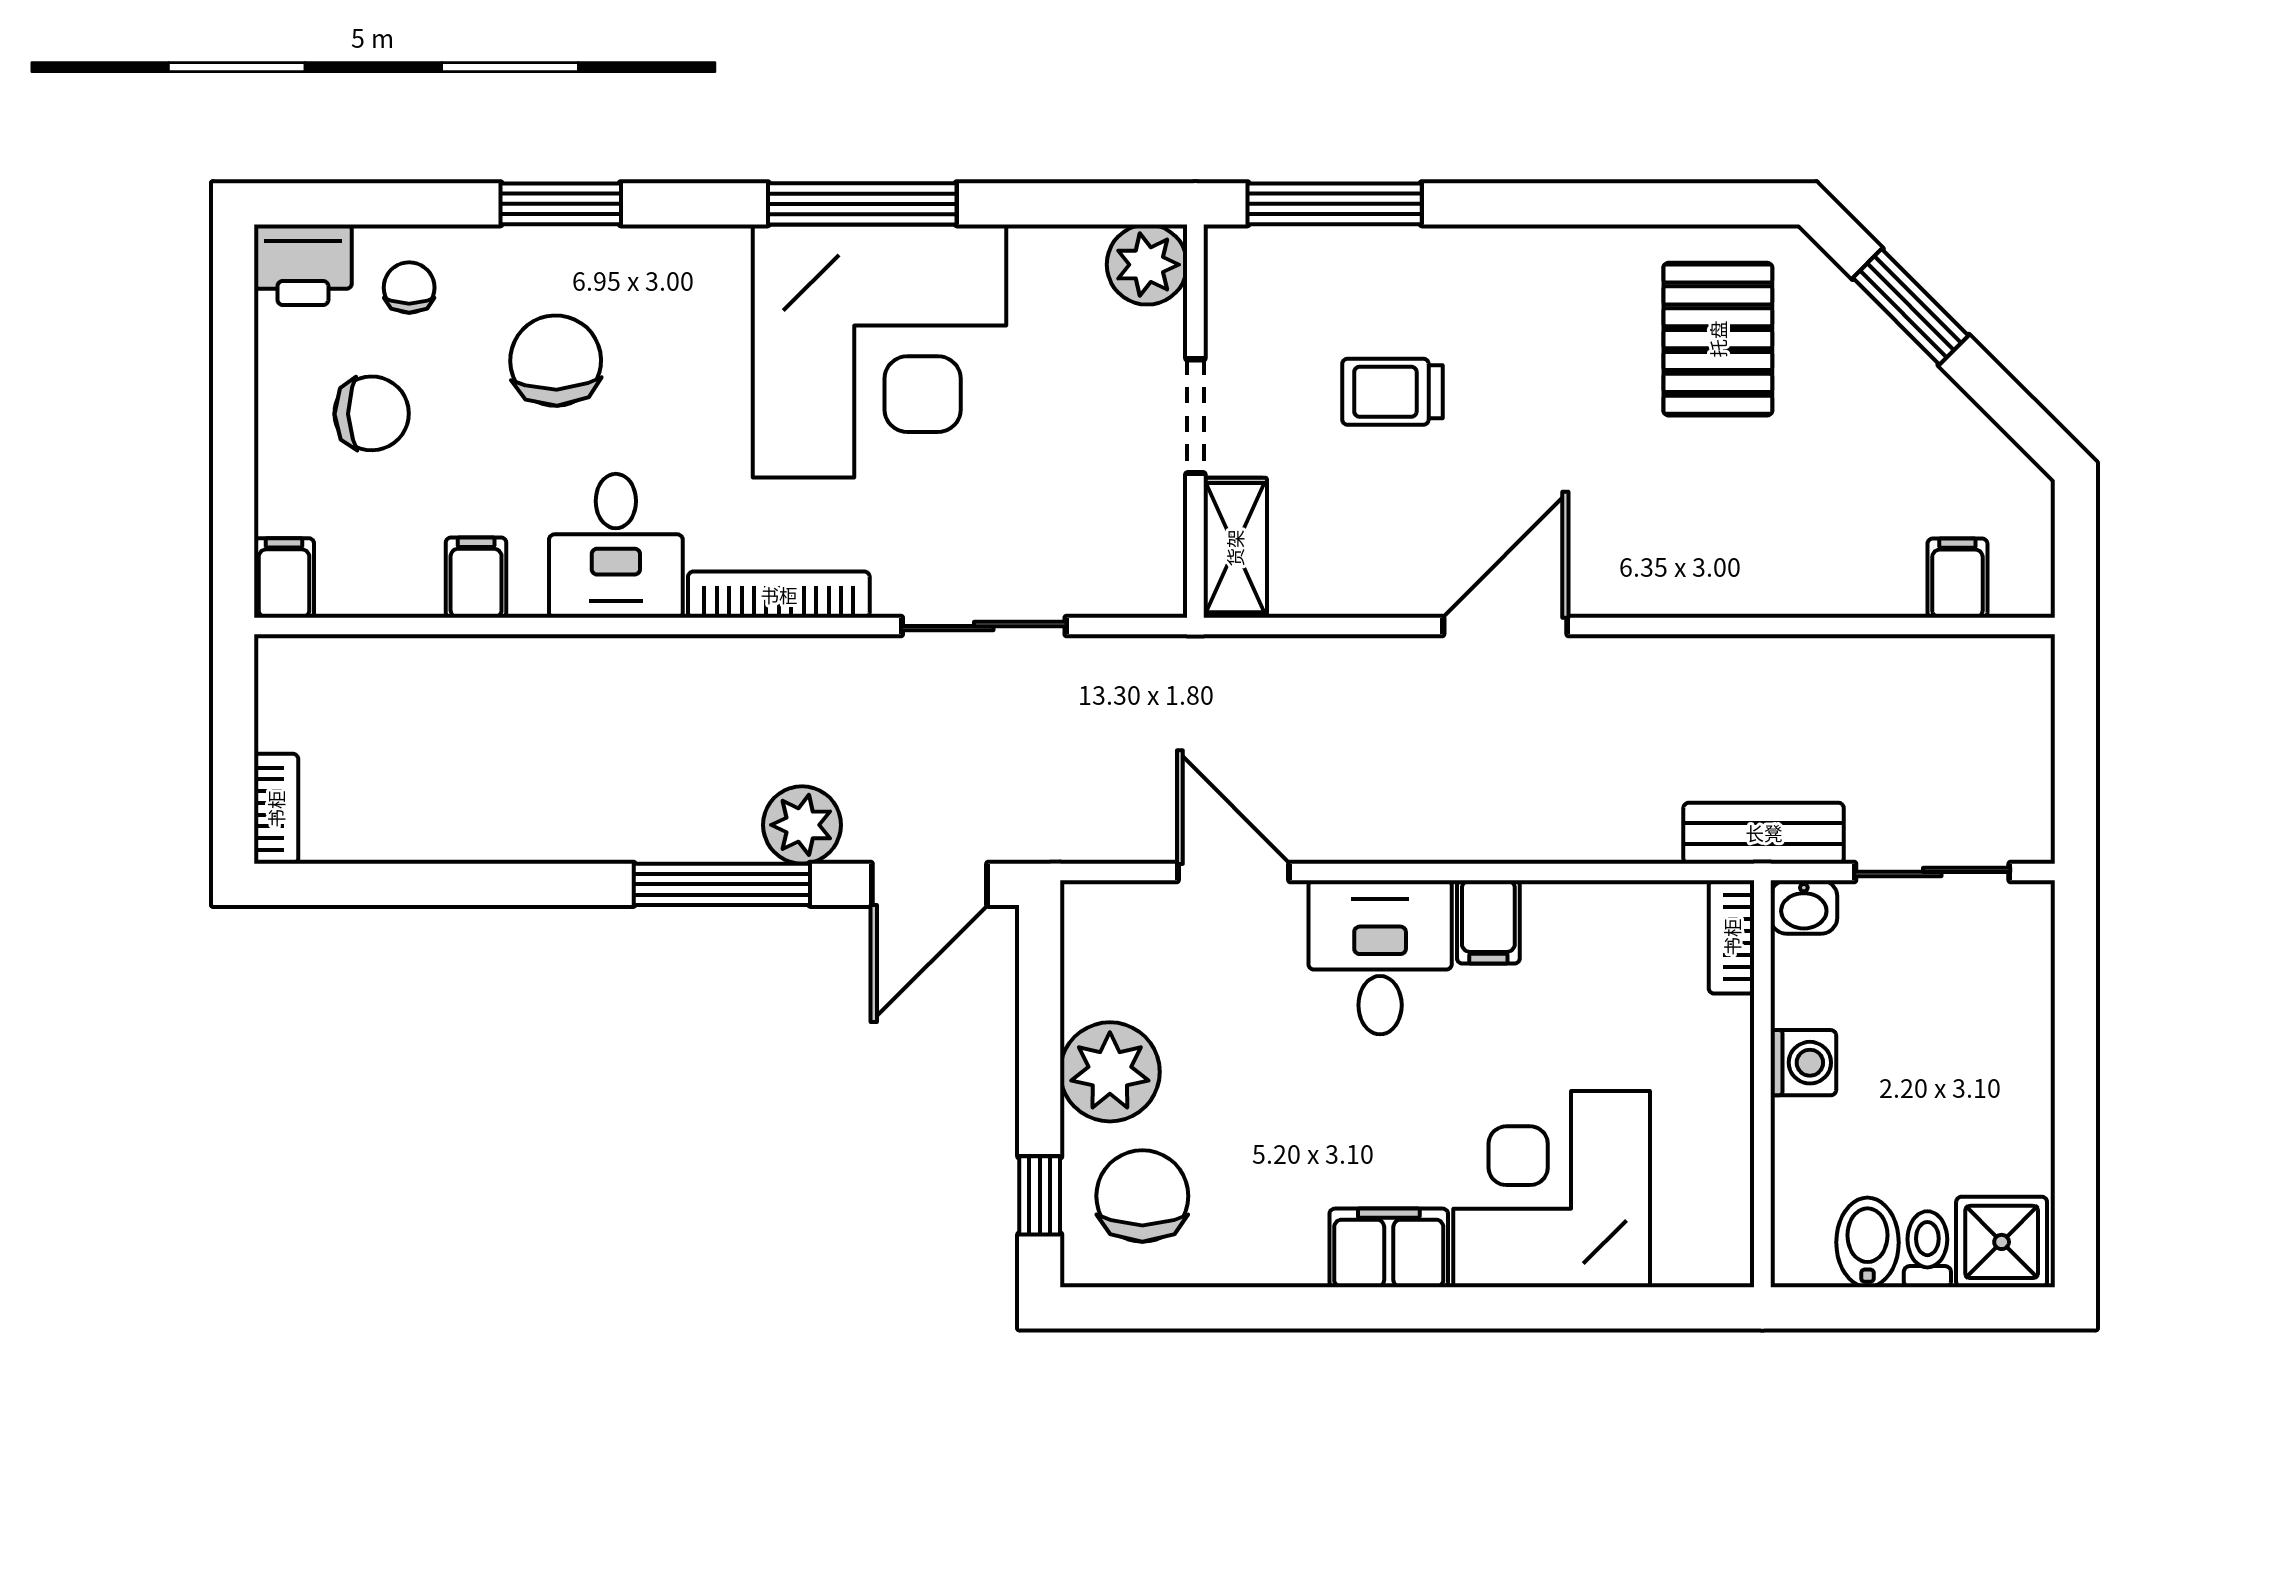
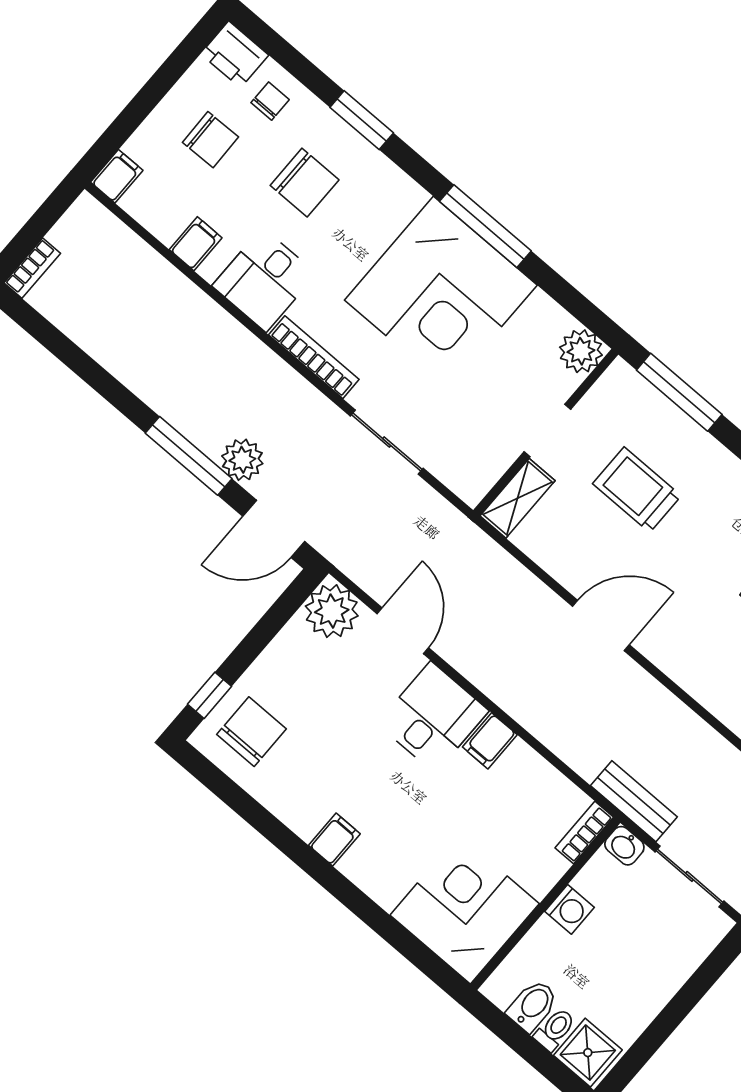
chair: (556, 361) -> (305, 183), turned 92
trolley: (1392, 392) -> (637, 490), width x1.36, depth x1.39
plant: (1110, 1072) -> (332, 611), moved
corner desk: (1552, 1189) -> (465, 909), moved
filing cabinet: (1389, 1248) -> (334, 840), width x0.50

